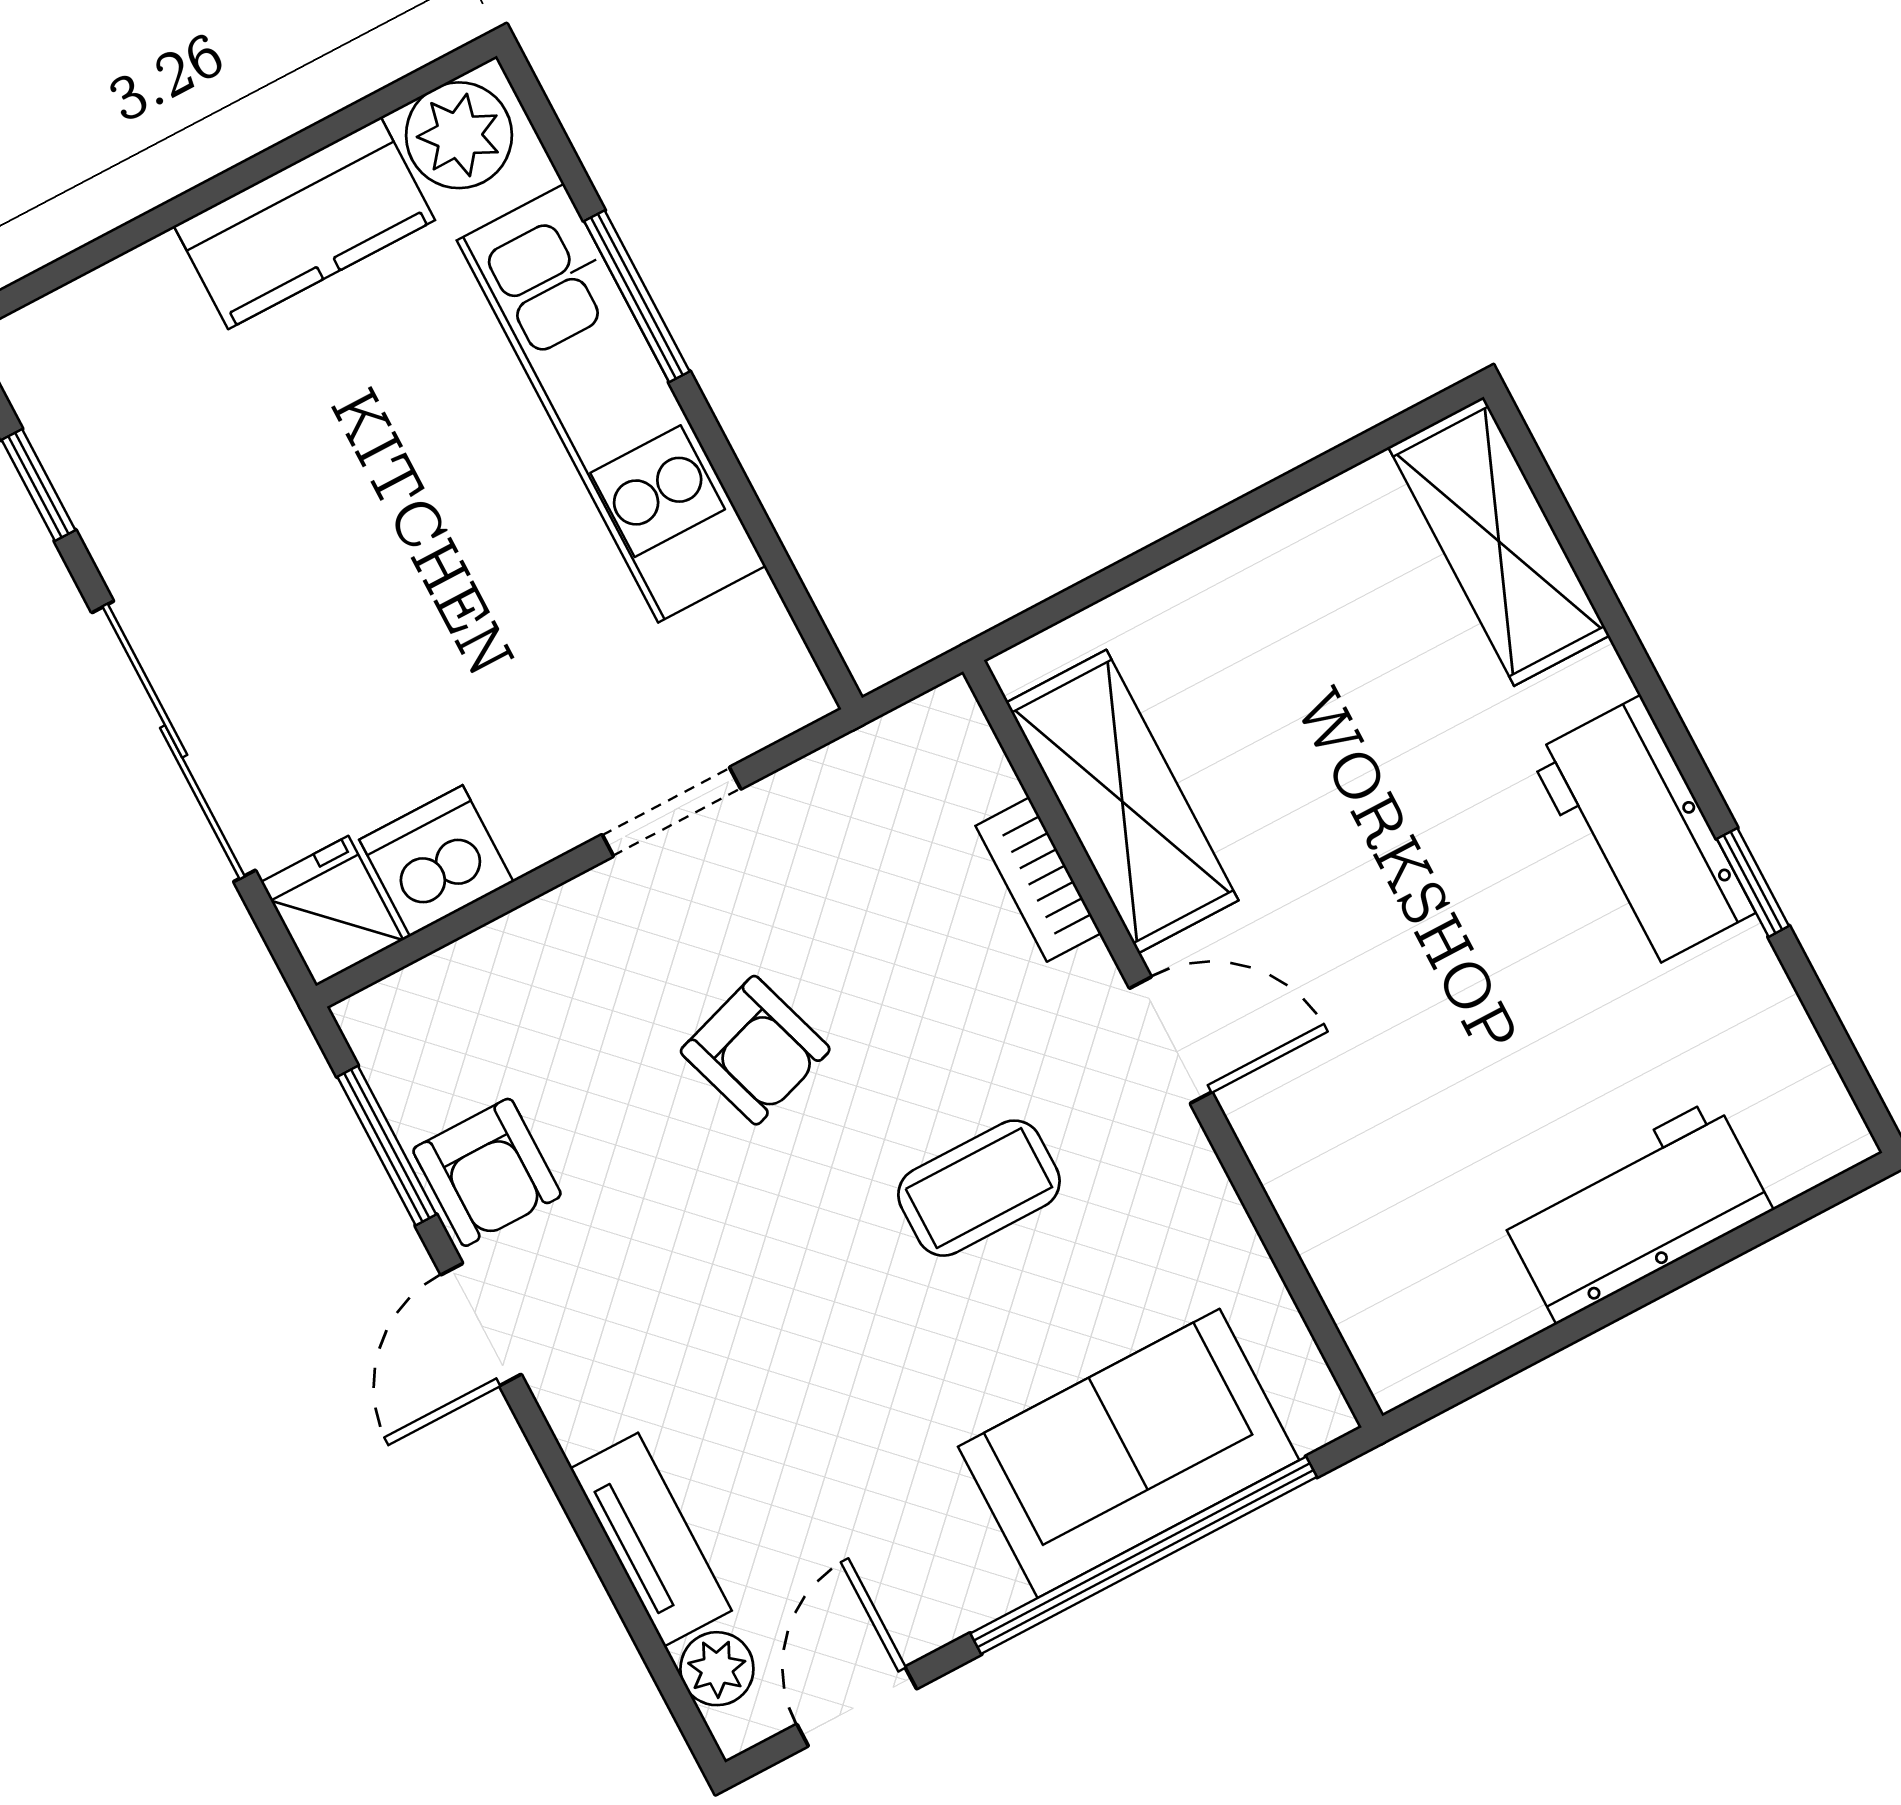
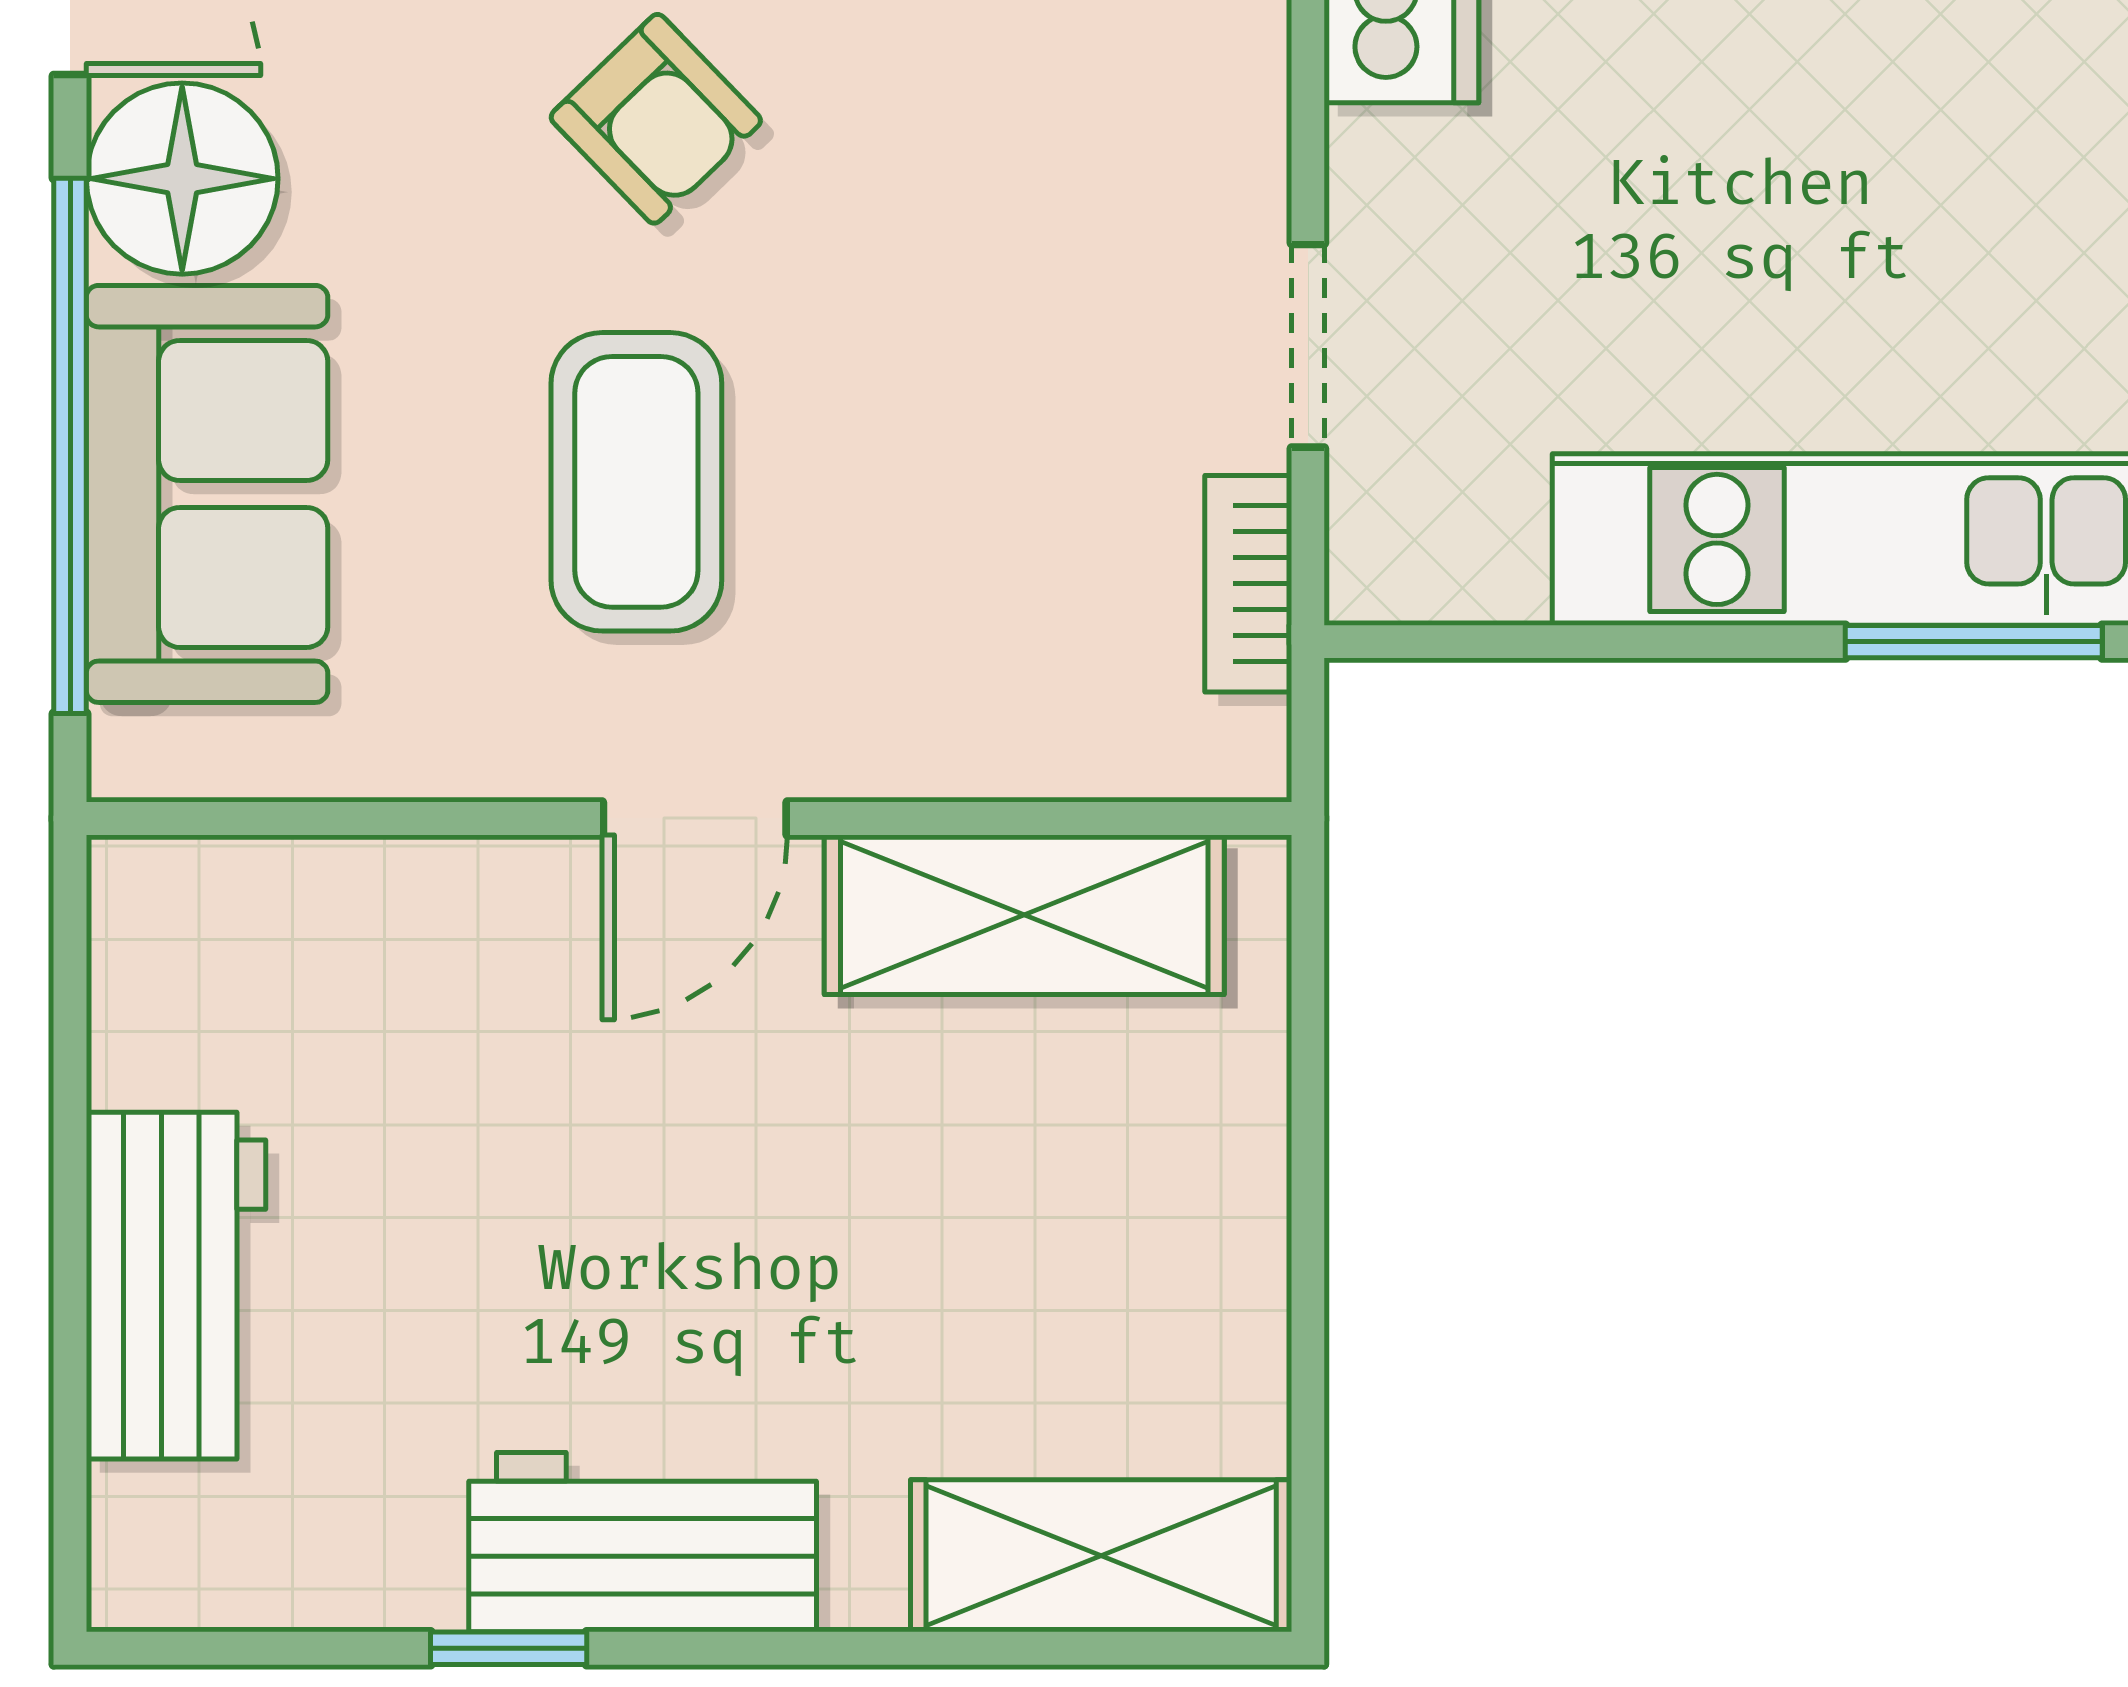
bookcase: (1038, 879) -> (1248, 584), moved, turned -90
armchair: (755, 1050) -> (656, 119), moved, turned -116
coffee table: (979, 1188) -> (636, 482), width x1.36, depth x1.30
floor lamp: (939, 1573) -> (182, 179), added

